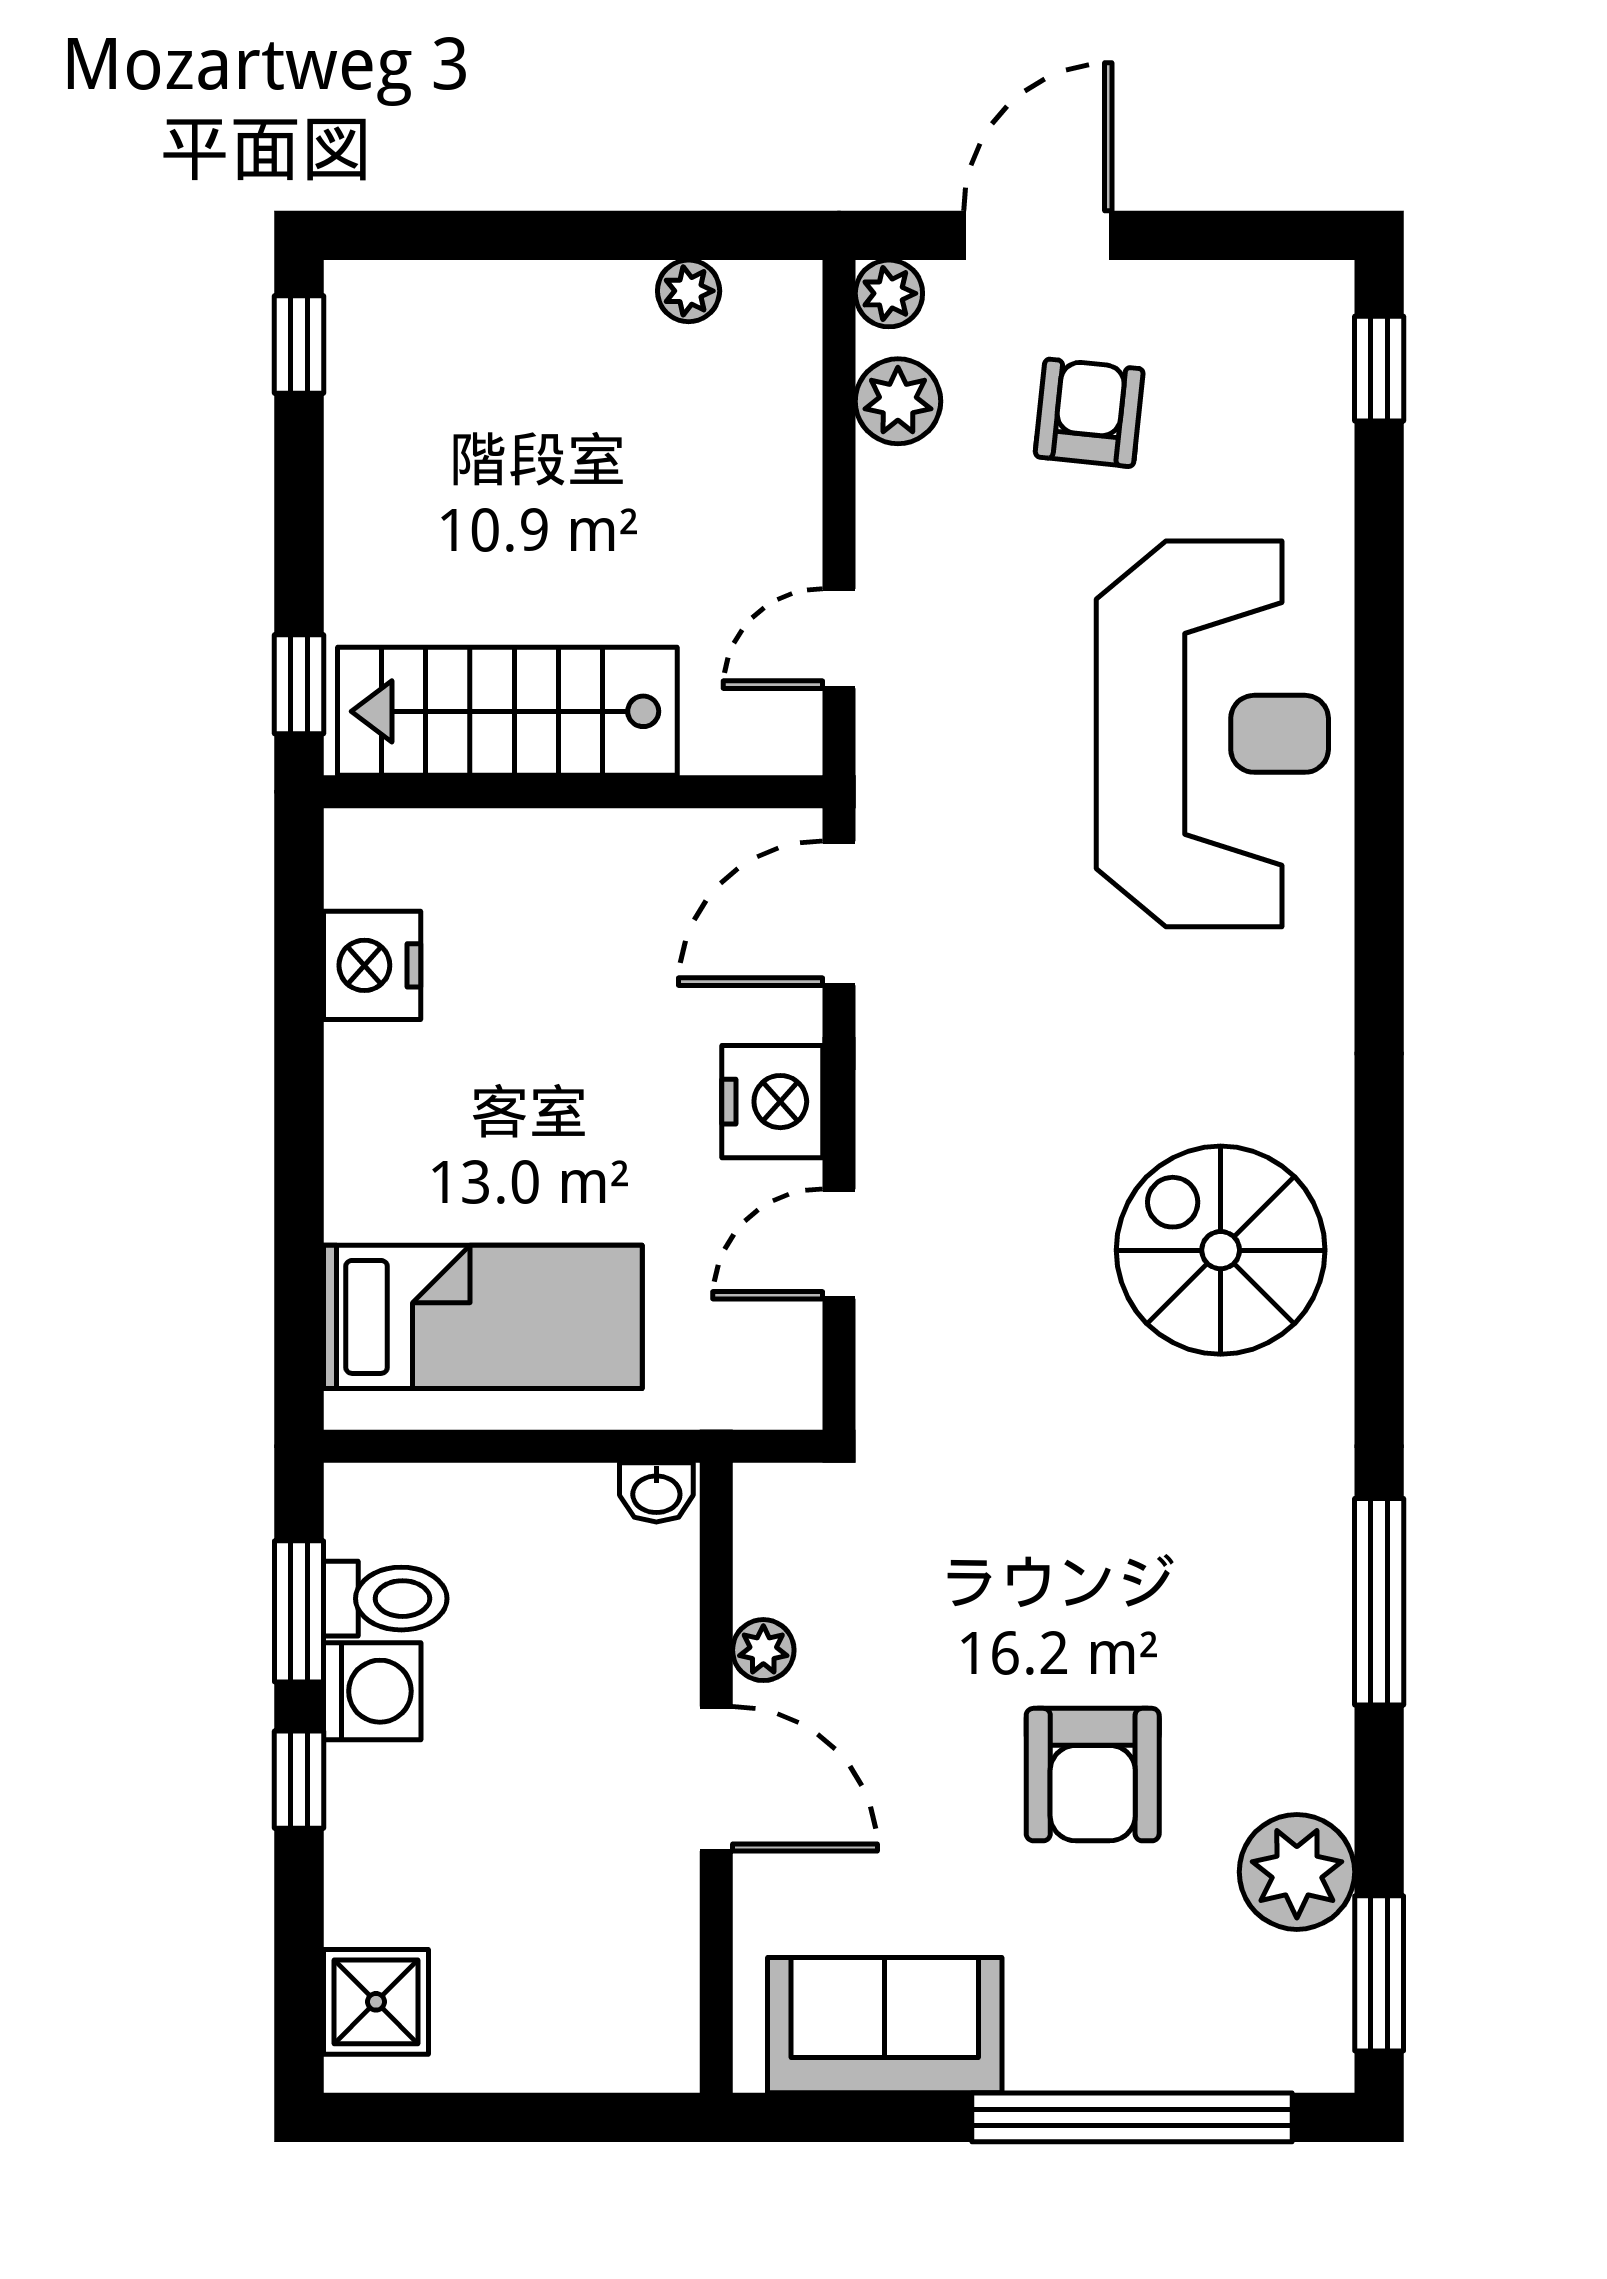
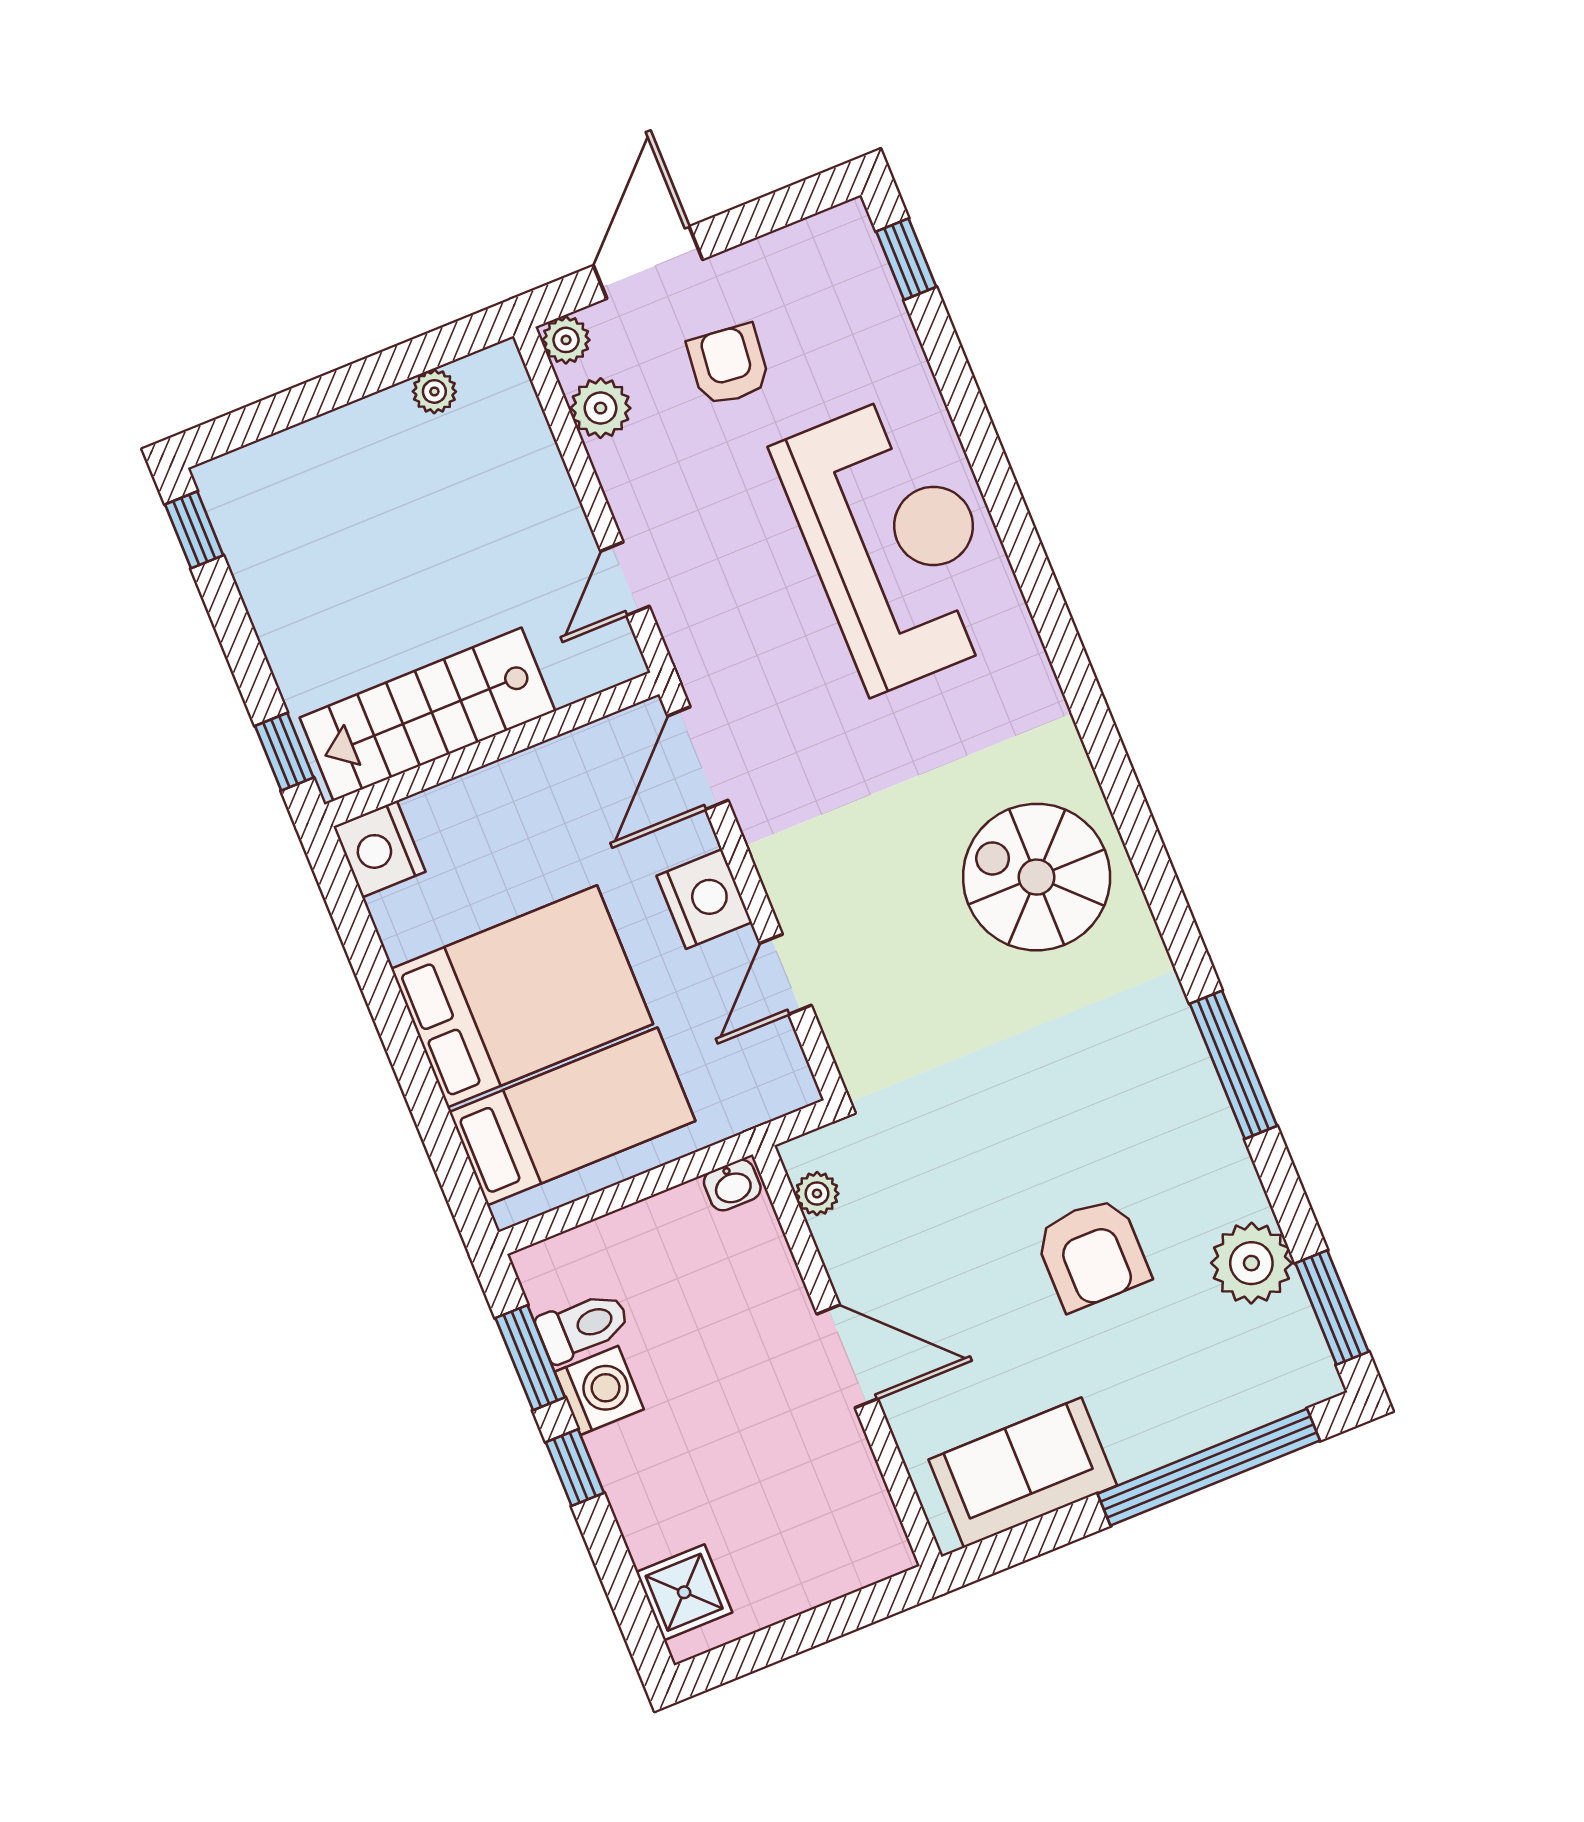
nightstand: (372, 965) -> (379, 849), moved
bed: (481, 1132) -> (522, 996), added
plant: (763, 1650) -> (817, 1194), moved

